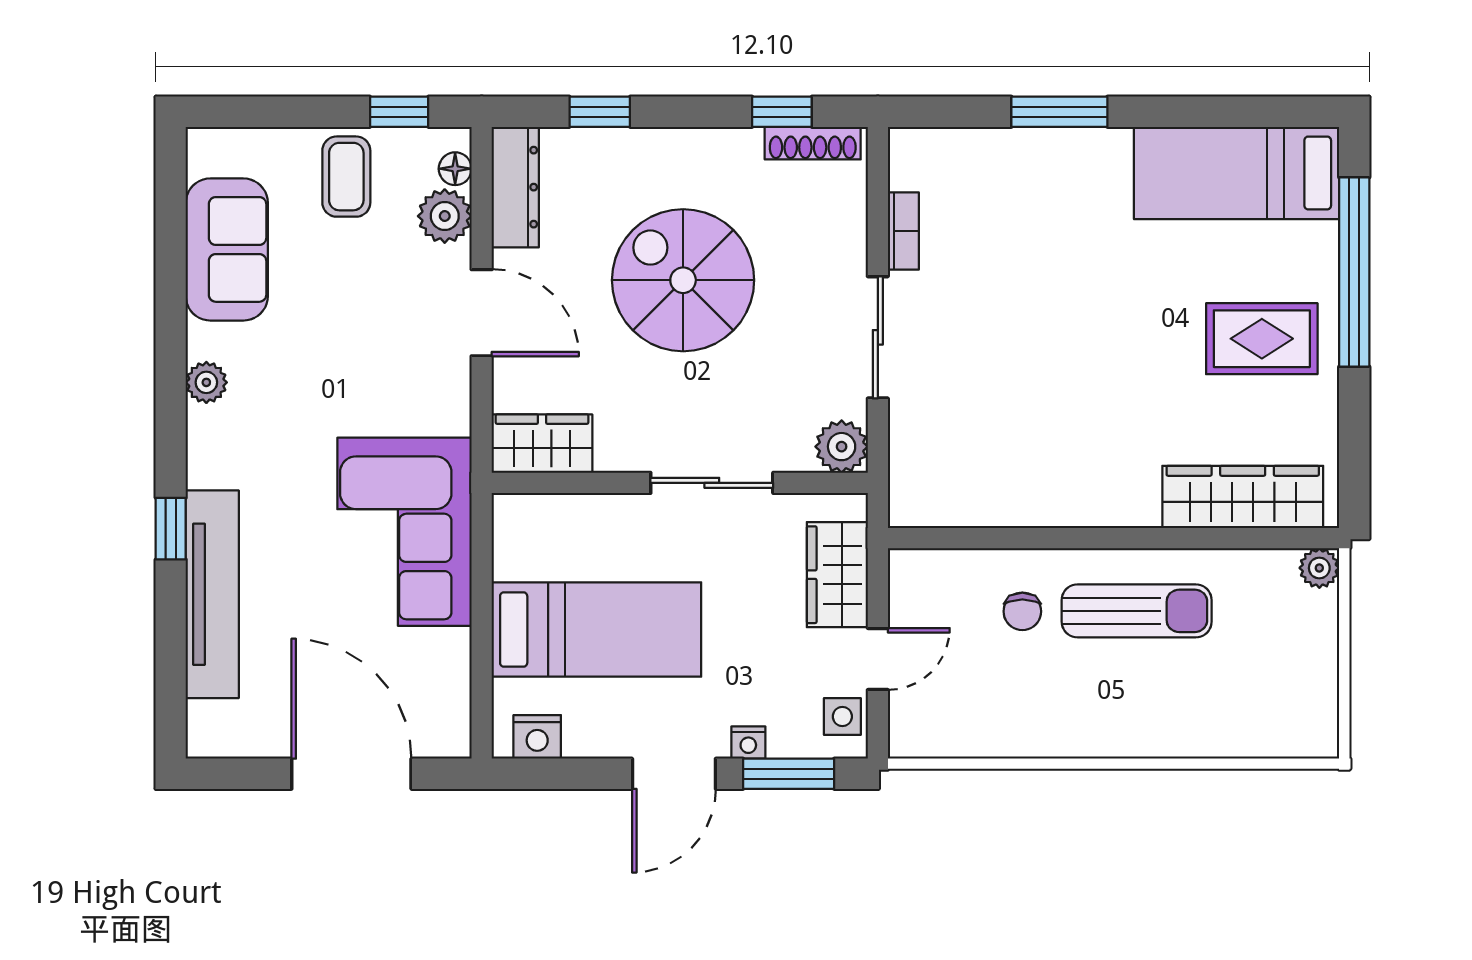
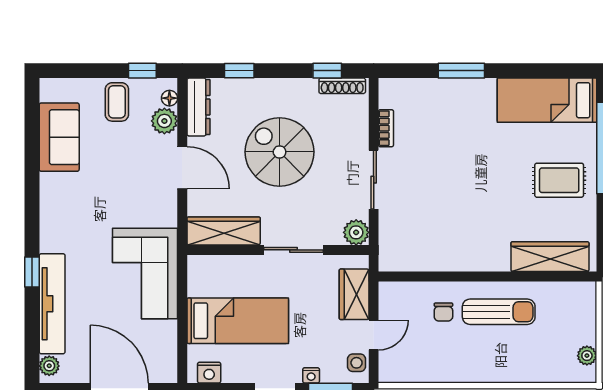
plant: (206, 382) -> (49, 366), moved
wardrobe: (542, 444) -> (224, 231), width x1.50
plant: (1319, 568) -> (587, 356), moved

